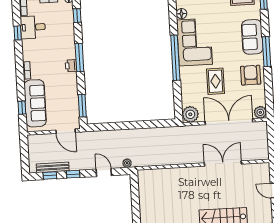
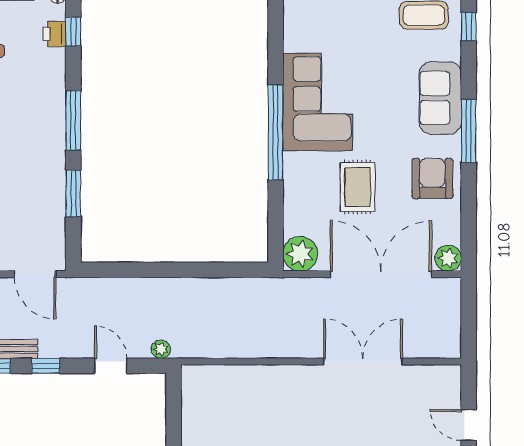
floor lamp: (181, 14) -> (294, 40), removed
printer: (71, 66) -> (55, 34), moved
window: (82, 106) -> (73, 193), moved

